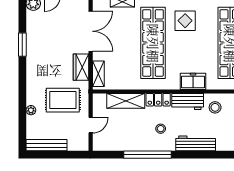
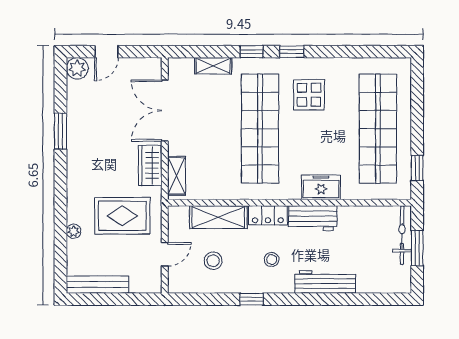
double door: (91, 31) -> (165, 111), swing flipped
stool: (215, 107) -> (213, 261), moved
window: (147, 155) -> (252, 299), width x0.32

